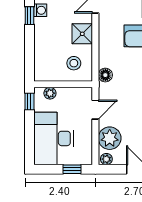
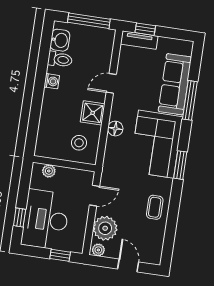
window: (29, 16) -> (39, 85), removed
floor lamp: (105, 75) -> (115, 129), moved
window: (29, 102) -> (20, 218), moved

